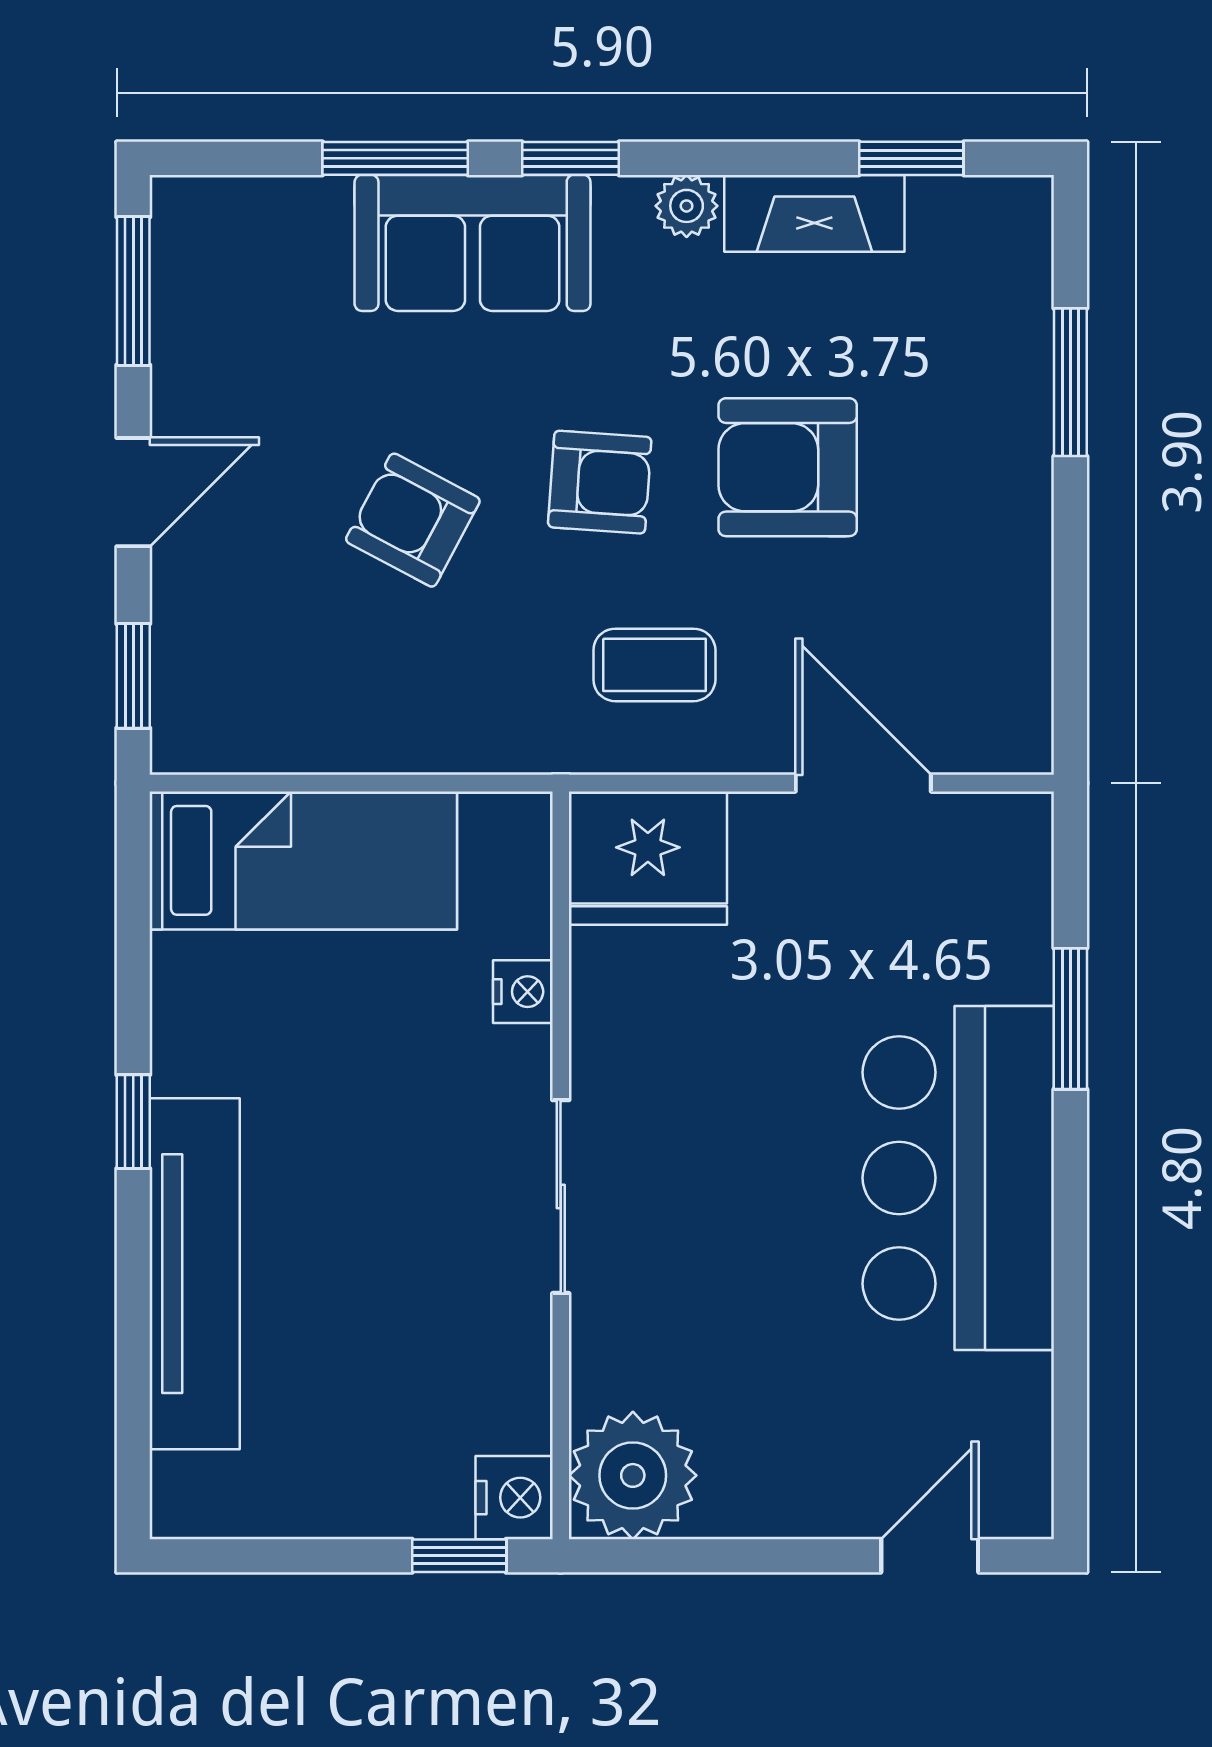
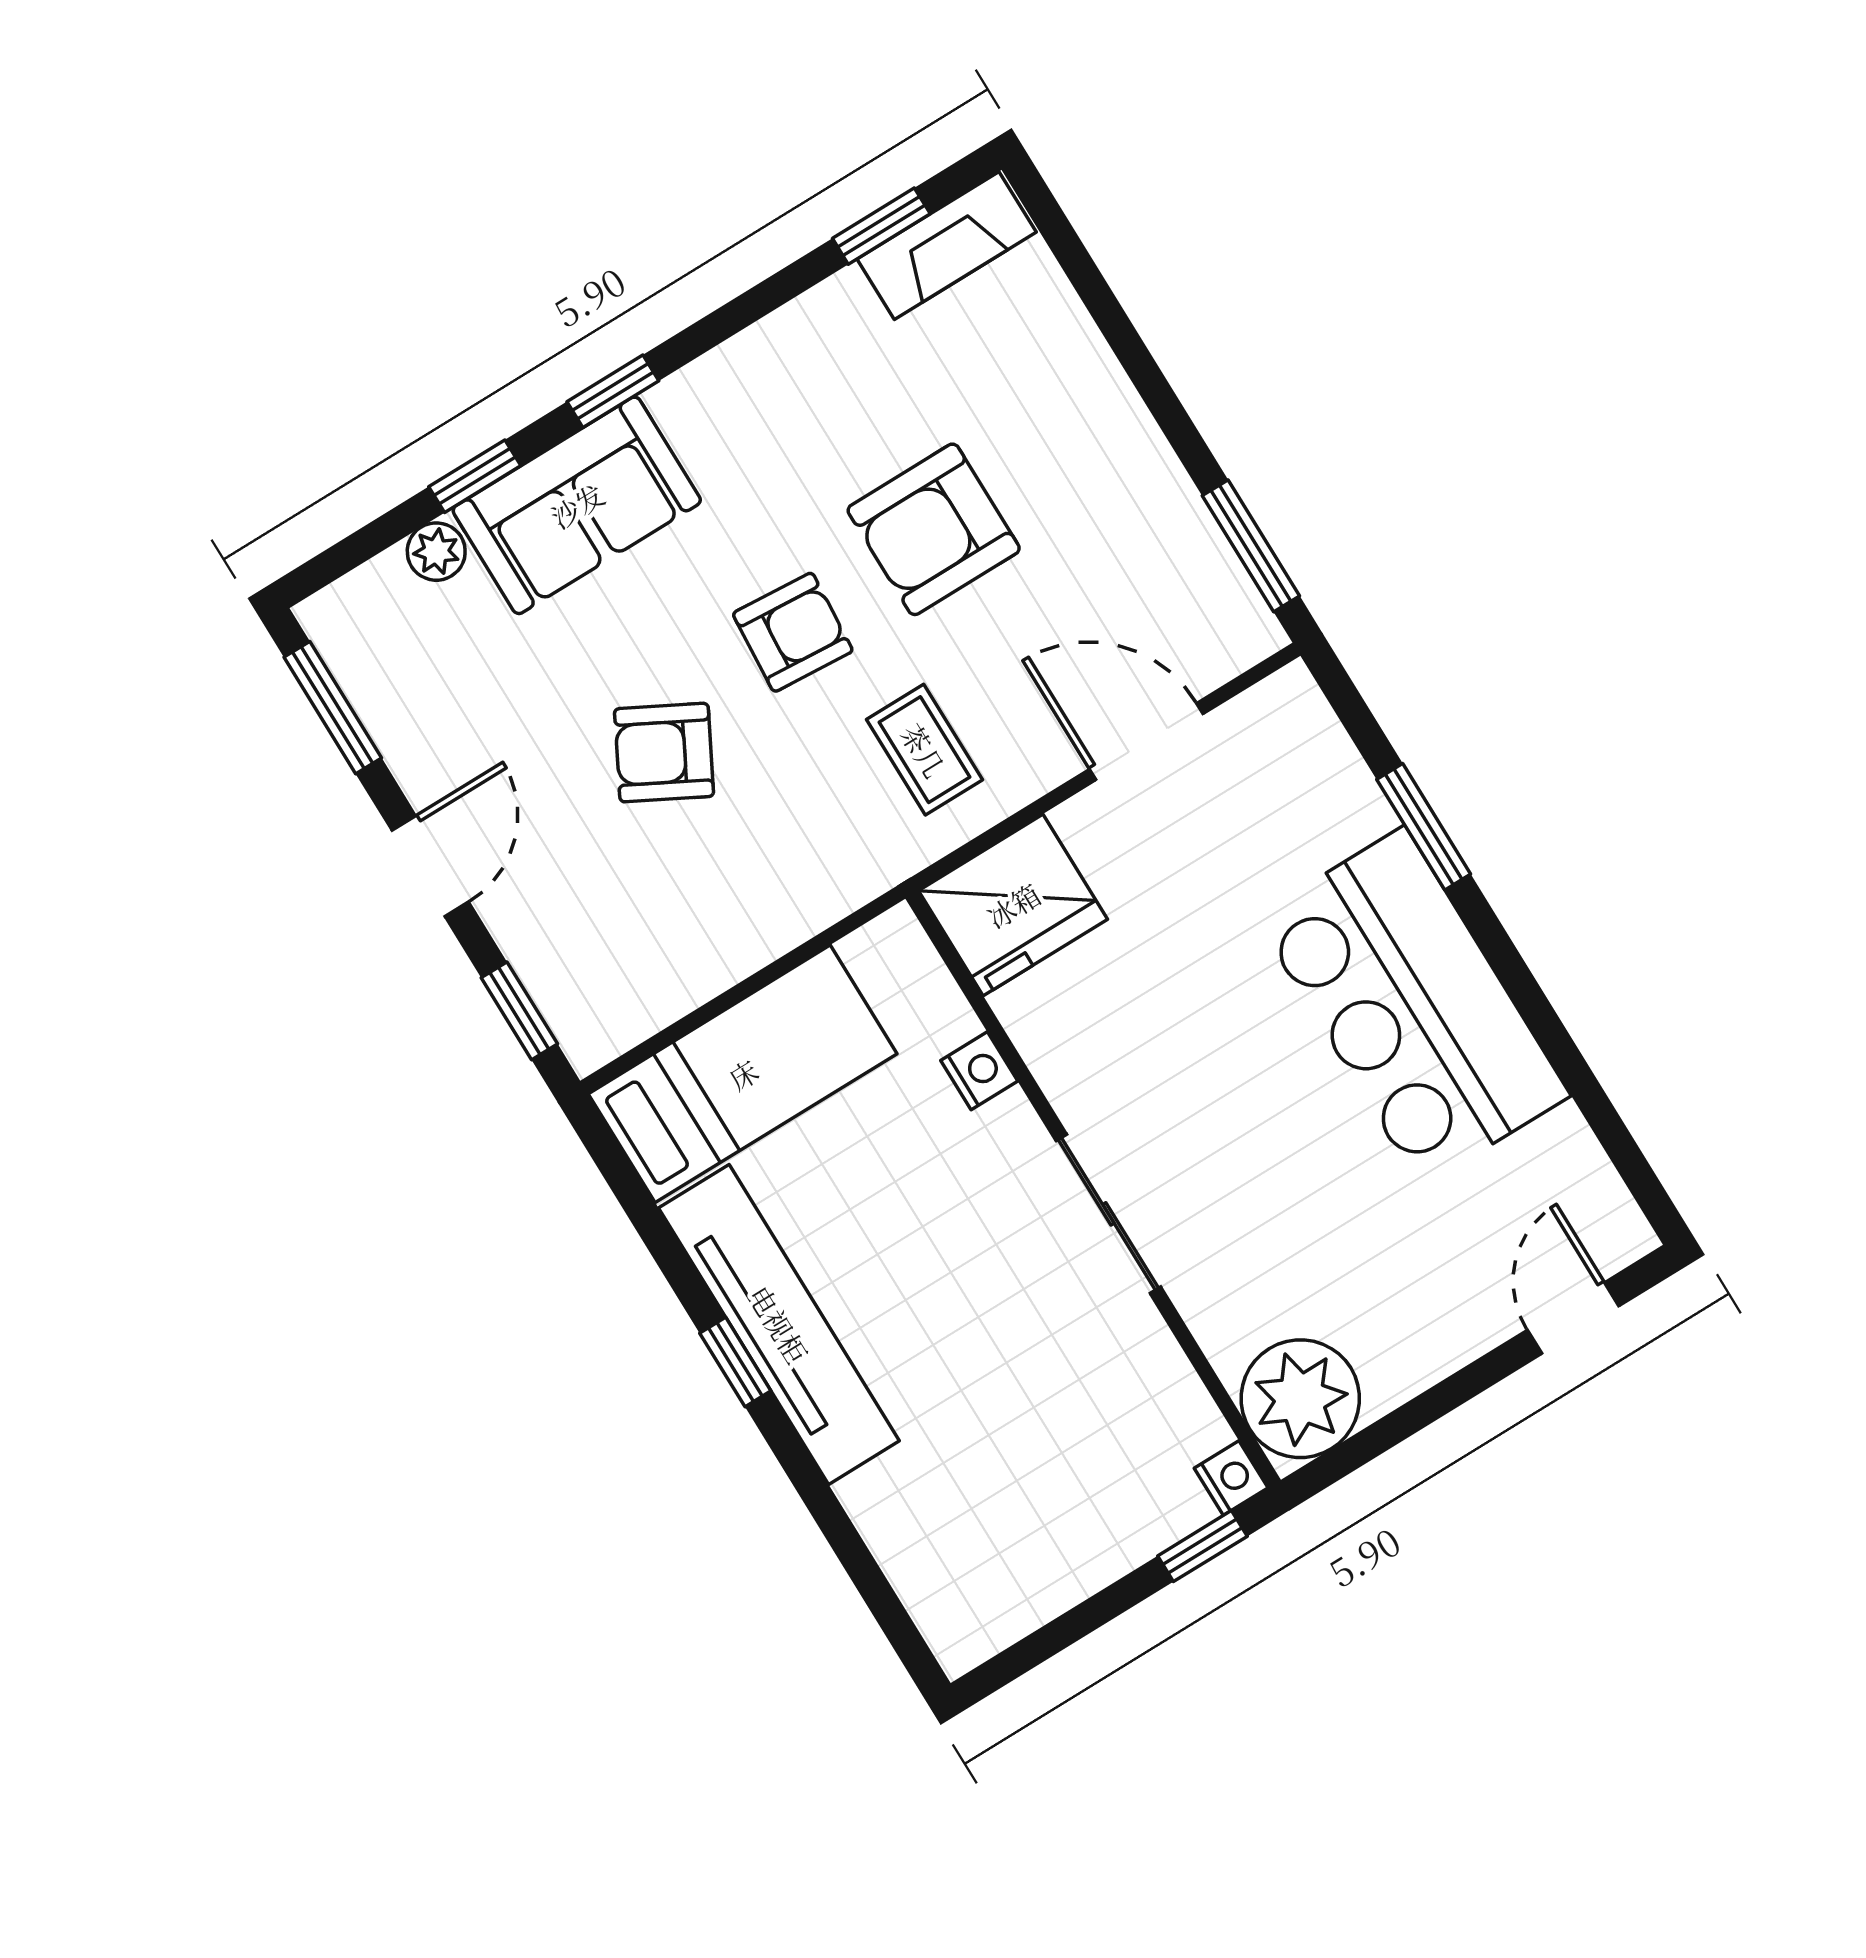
window: (395, 158) -> (475, 476), width x0.67
plant: (687, 206) -> (436, 552), moved
fireplace: (814, 213) -> (947, 246), moved
window: (1070, 382) -> (1251, 546), moved
coffee table: (654, 665) -> (924, 750), turned 90
tv unit: (195, 1274) -> (779, 1324), moved
nightstand: (514, 1498) -> (1231, 1478), width x0.72, depth x0.74

